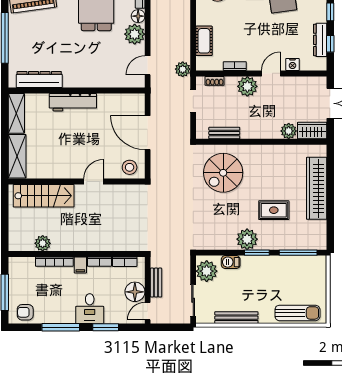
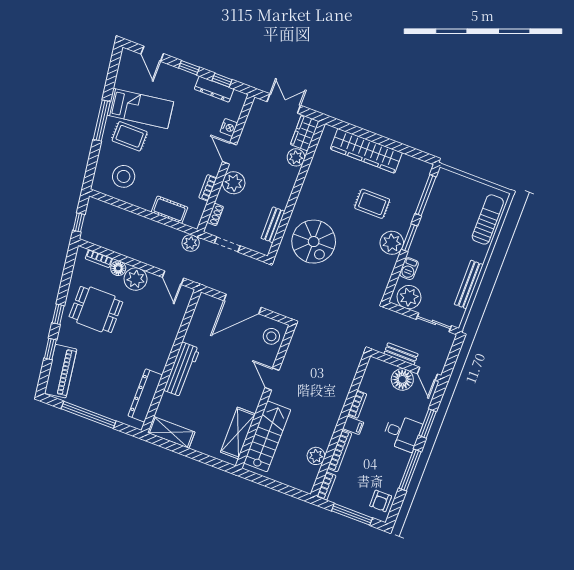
shelving: (17, 156) -> (238, 433), moved, turned 90
rug: (274, 210) -> (372, 204), turned 90
bookcase: (125, 262) -> (326, 486), moved

